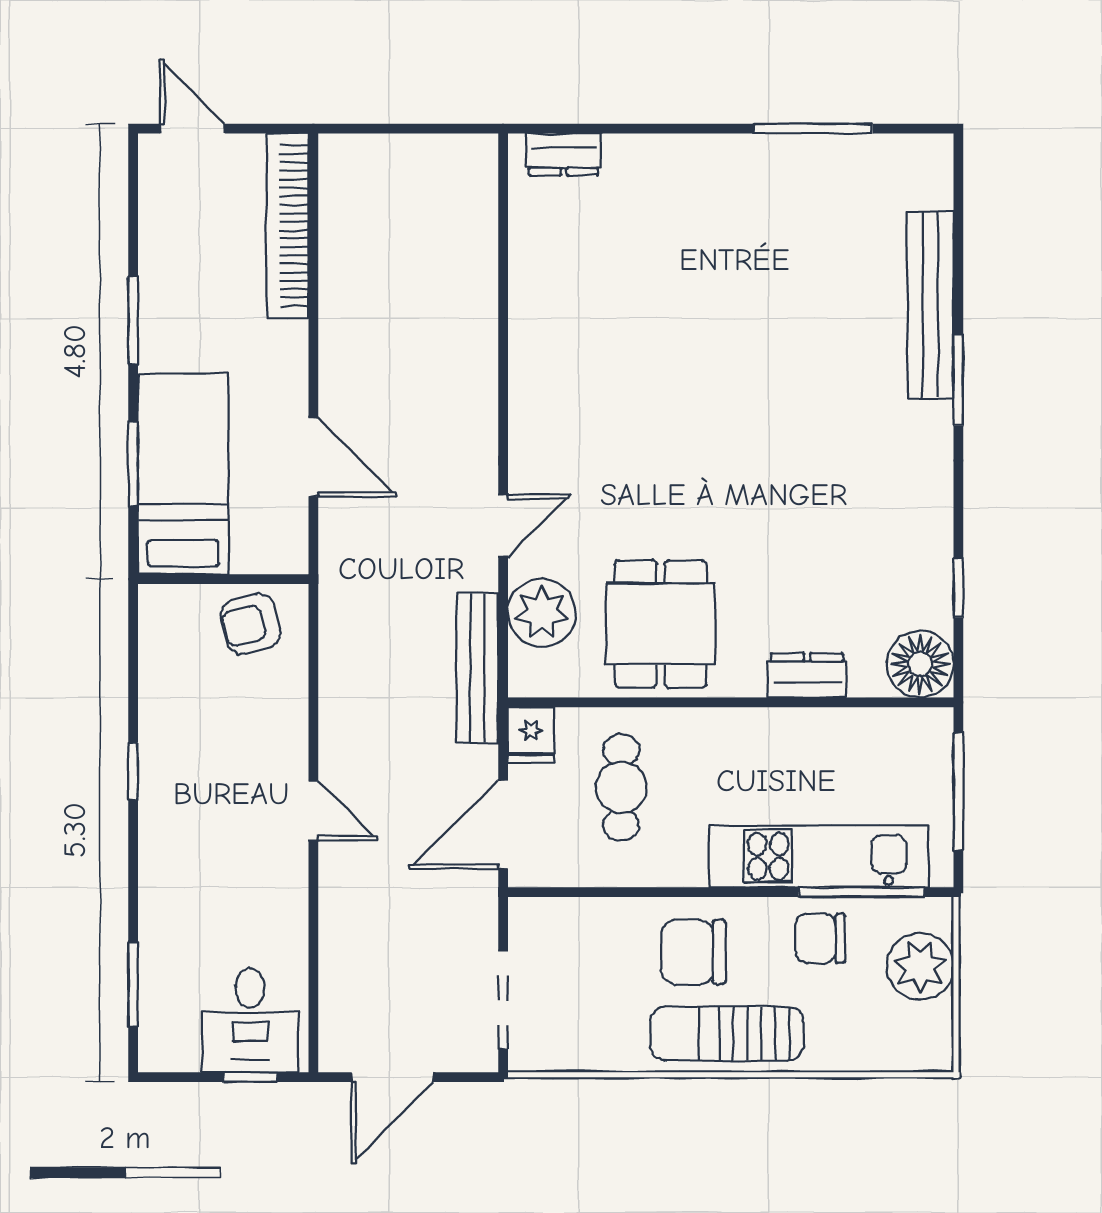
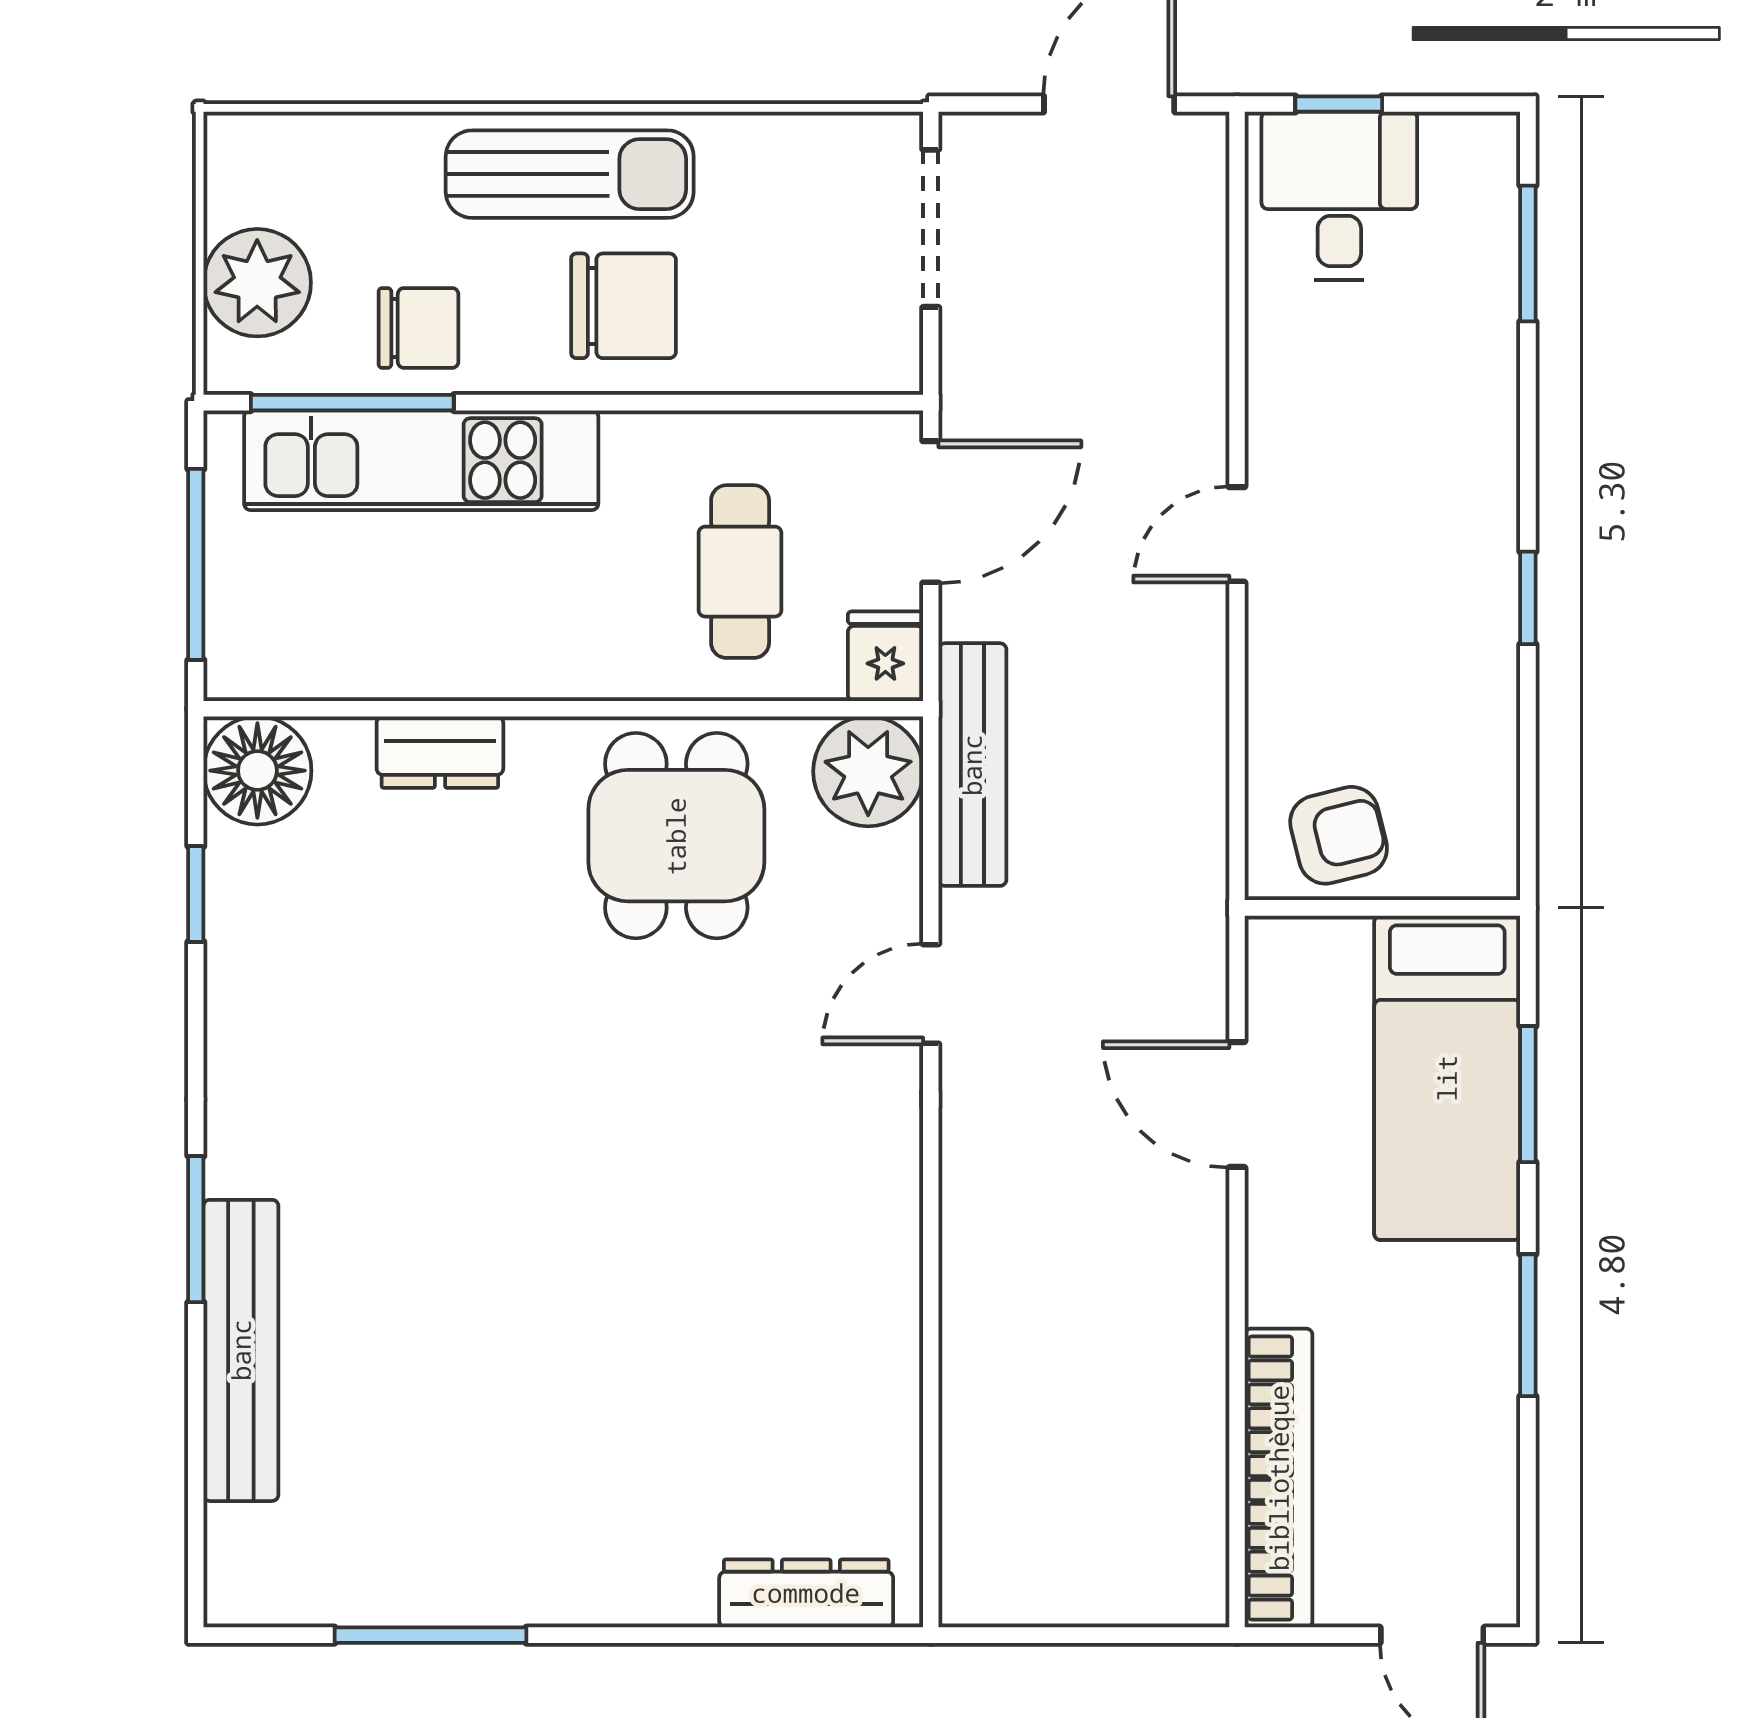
dresser: (564, 154) -> (806, 1593), width x1.44
plant: (542, 613) -> (868, 771), moved
door: (313, 810) -> (1237, 534), hinge flipped

